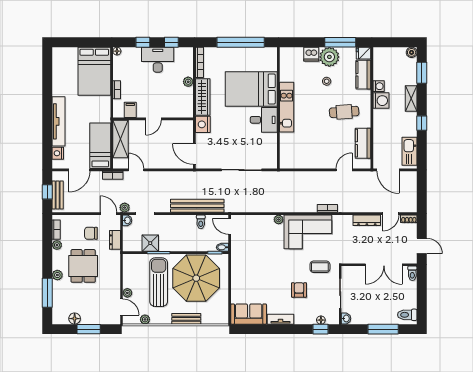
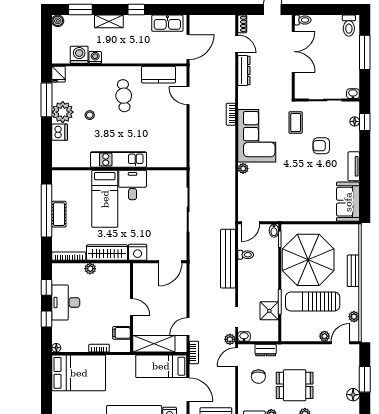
cot: (237, 54) -> (59, 214), added
kitchen counter: (363, 75) -> (82, 74), removed
bed: (251, 89) -> (105, 199), width x0.67
washing machine: (381, 101) -> (79, 55), moved

